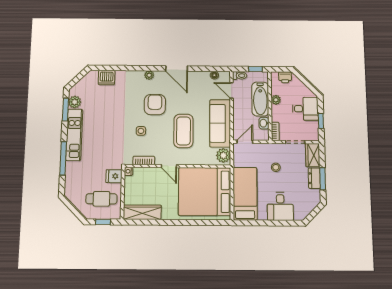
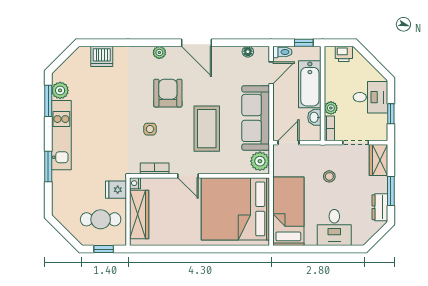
door: (232, 90) -> (271, 73), swing flipped
plant: (276, 100) -> (331, 108), moved
window: (63, 158) -> (48, 167), width x0.69
dresser: (314, 178) -> (380, 207), moved
wardrobe: (142, 212) -> (139, 215), moved, turned 90

